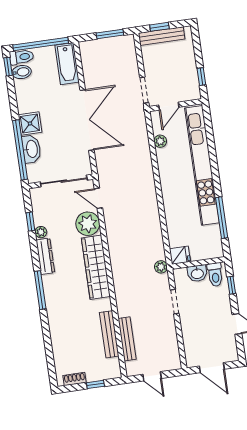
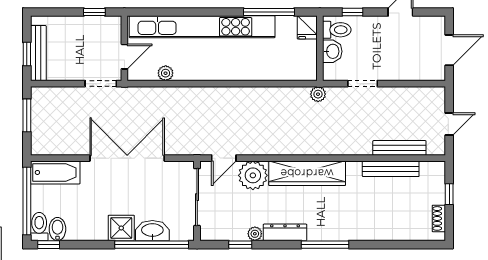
door: (169, 106) -> (124, 57), hinge flipped
fridge: (180, 255) -> (307, 27), moved, turned 180

